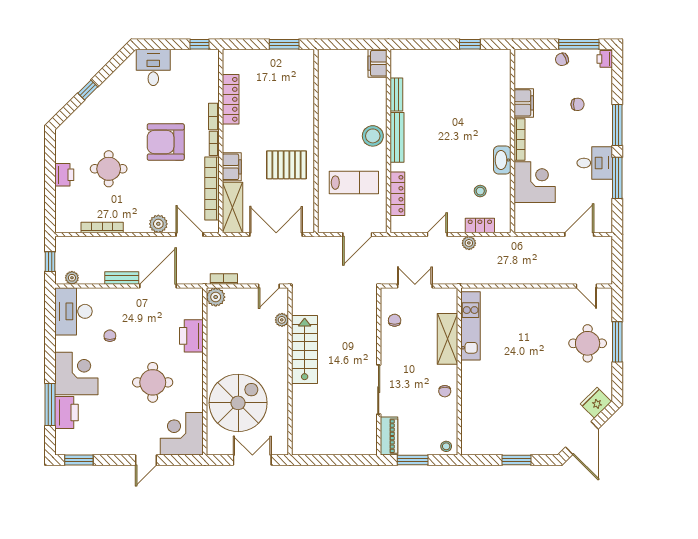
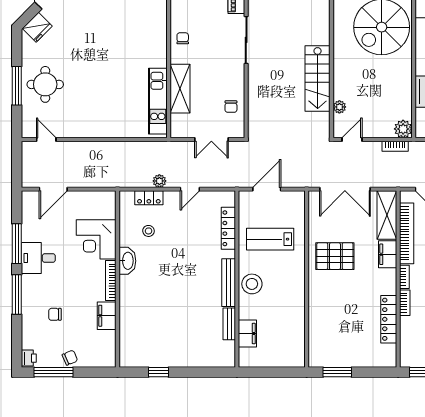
filing cabinet: (377, 63) -> (247, 333), moved

